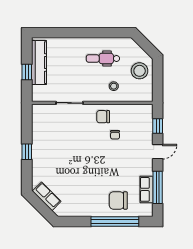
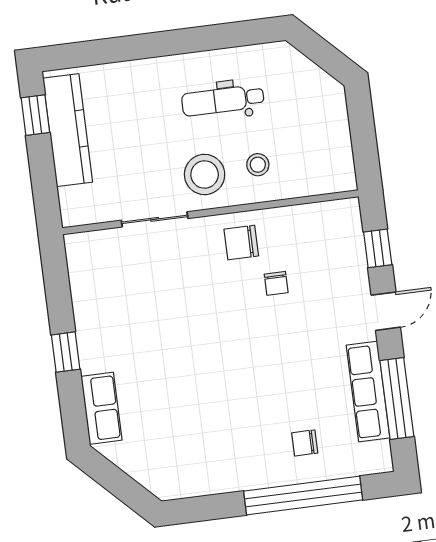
stool: (140, 71) -> (205, 174), moved
window: (27, 72) -> (35, 115), moved
row of seats: (146, 189) -> (368, 391), width x1.48
row of seats: (47, 196) -> (101, 408), moved, turned 45
chair: (118, 200) -> (305, 443), width x0.54, depth x0.54

